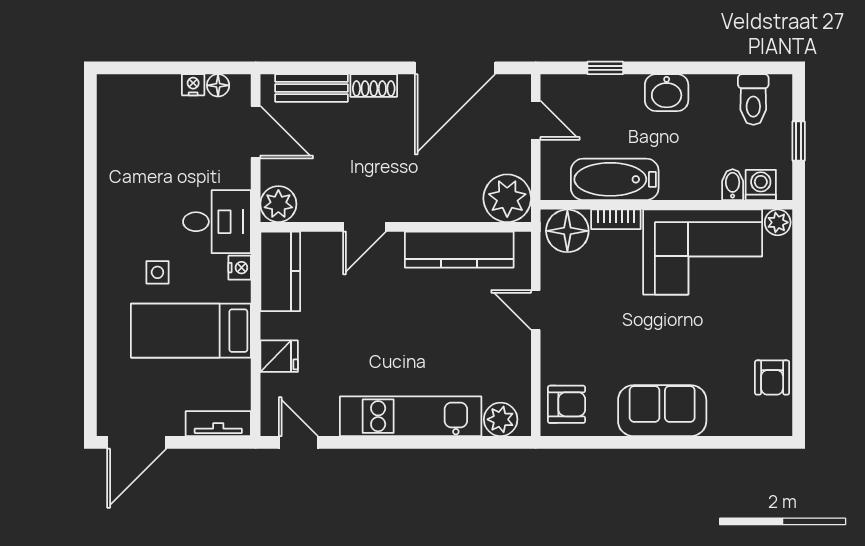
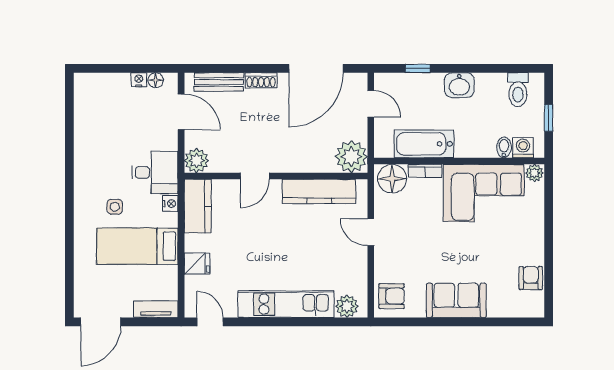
armchair: (772, 378) -> (531, 278), turned 180

